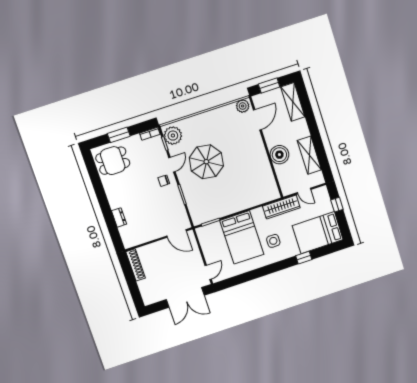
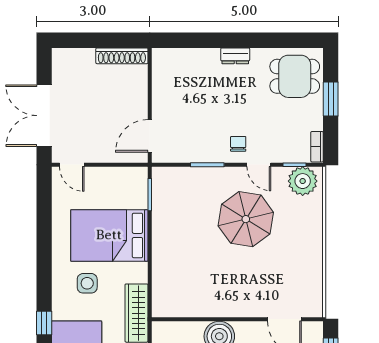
plant: (243, 106) -> (313, 303), removed
dining table: (113, 161) -> (295, 76), turned 90
dresser: (119, 217) -> (235, 56), moved

